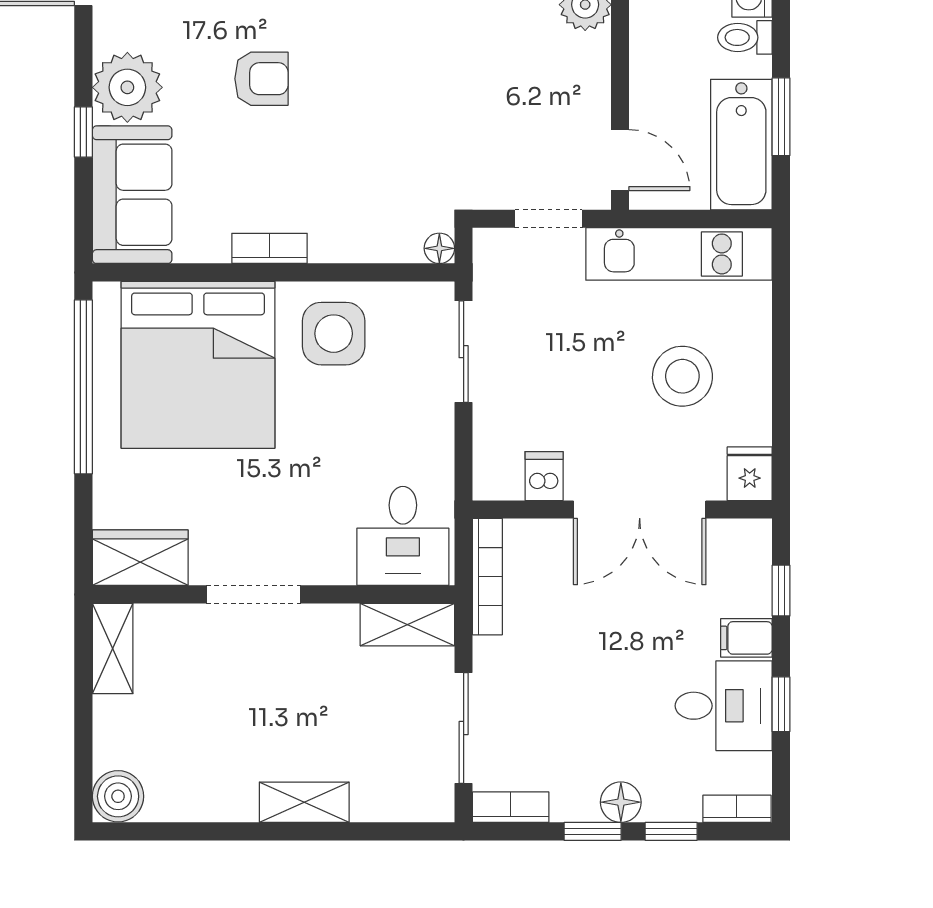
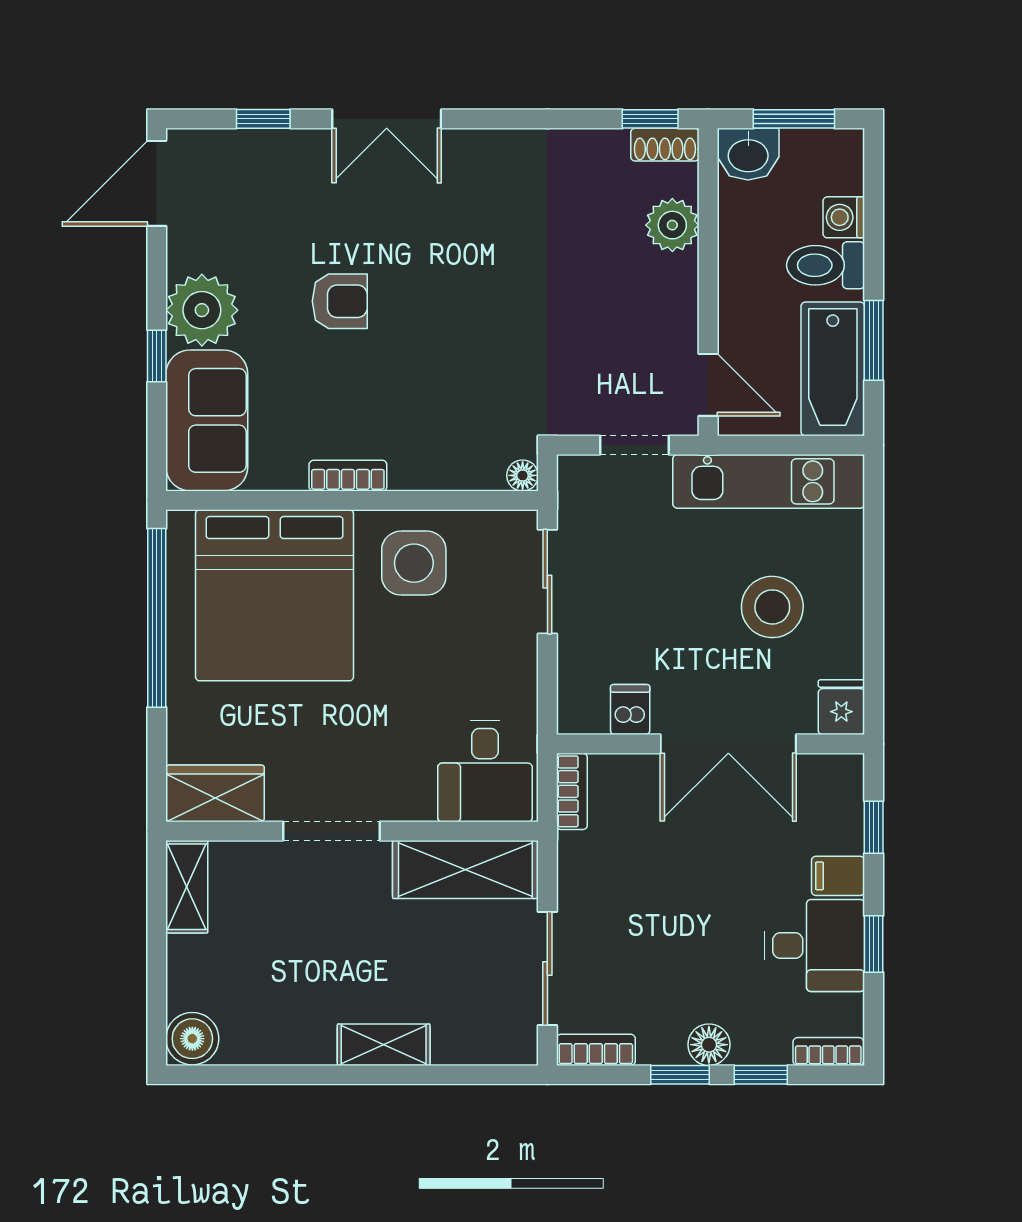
toilet: (745, 37) -> (826, 265), width x1.37, depth x1.39
bookcase: (487, 577) -> (572, 791), width x0.64
shelving: (407, 625) -> (465, 869), width x1.50, depth x1.33

